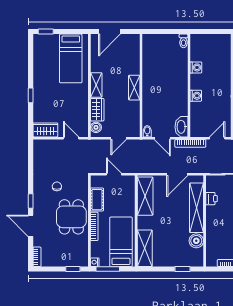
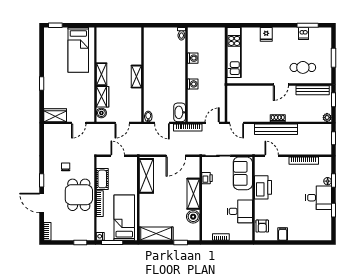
door: (110, 31) -> (114, 25), removed
door: (71, 138) -> (79, 123), swing flipped
shelving: (197, 208) -> (193, 194), width x0.68
shelving: (145, 248) -> (156, 234), moved, turned 90

